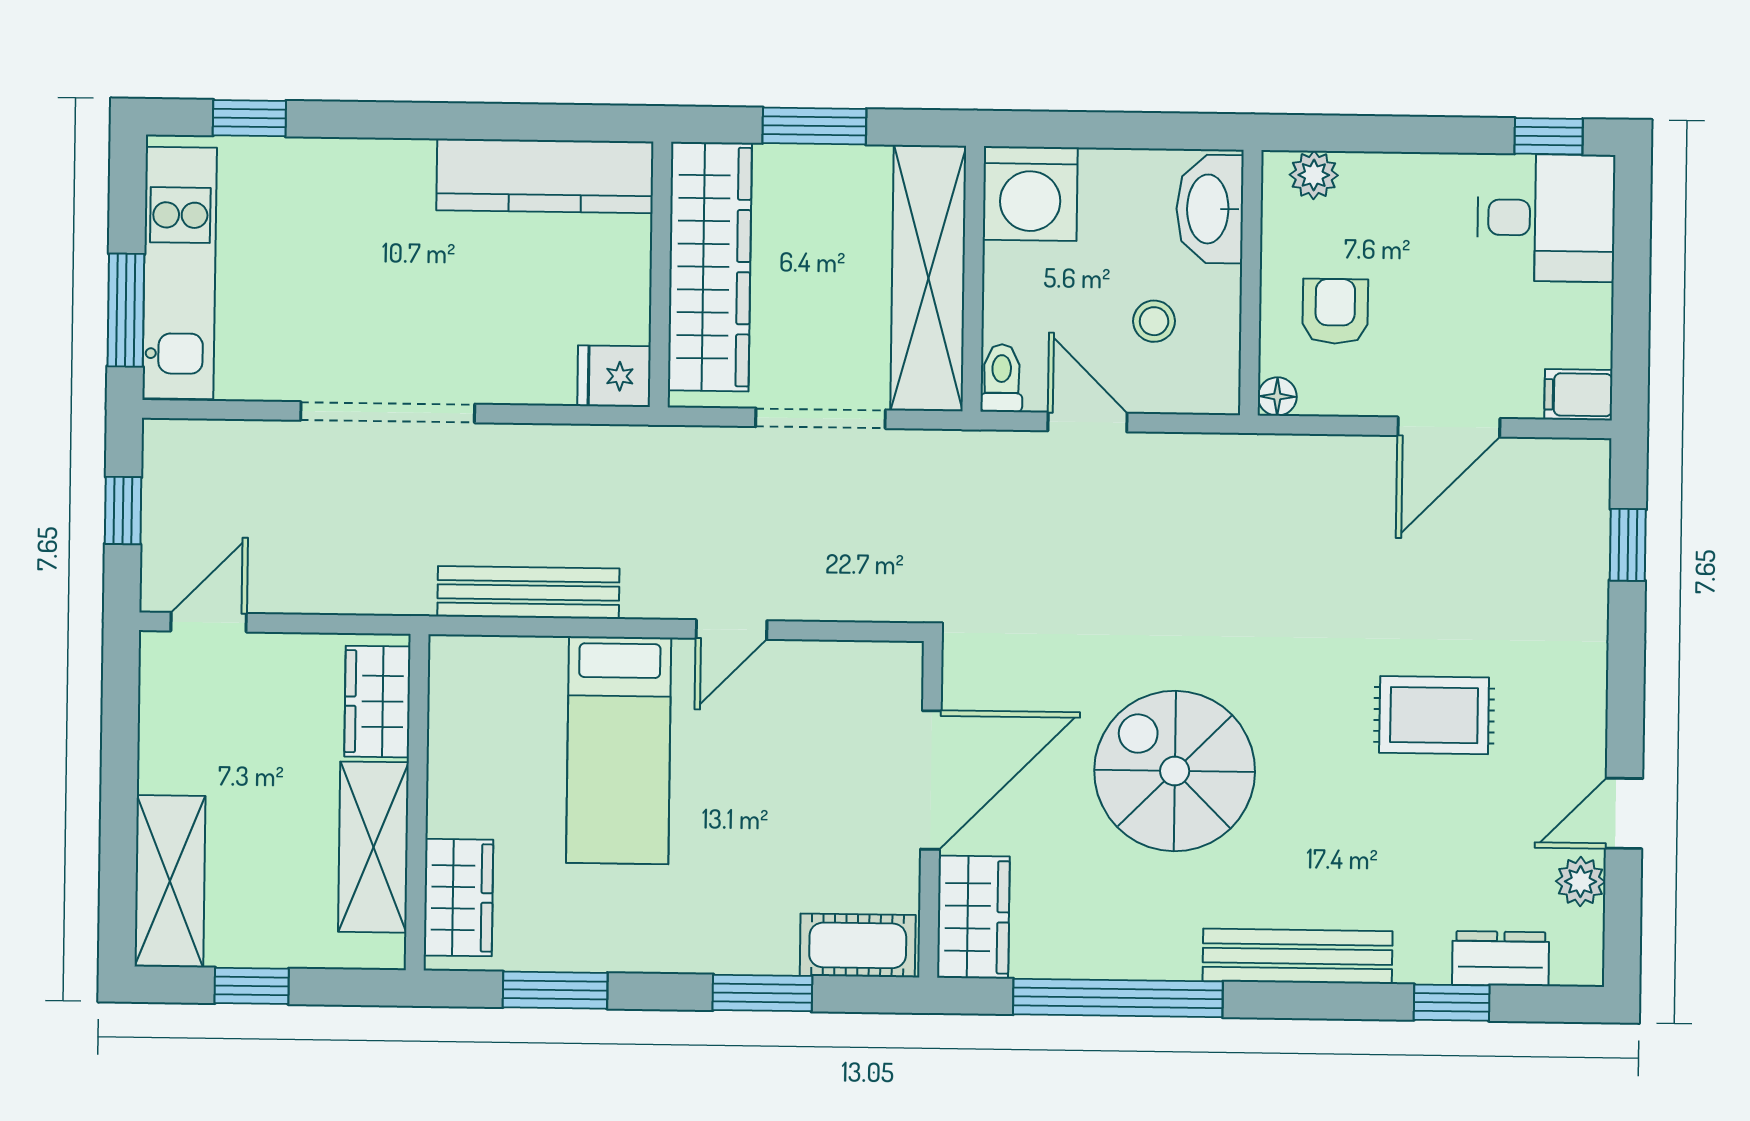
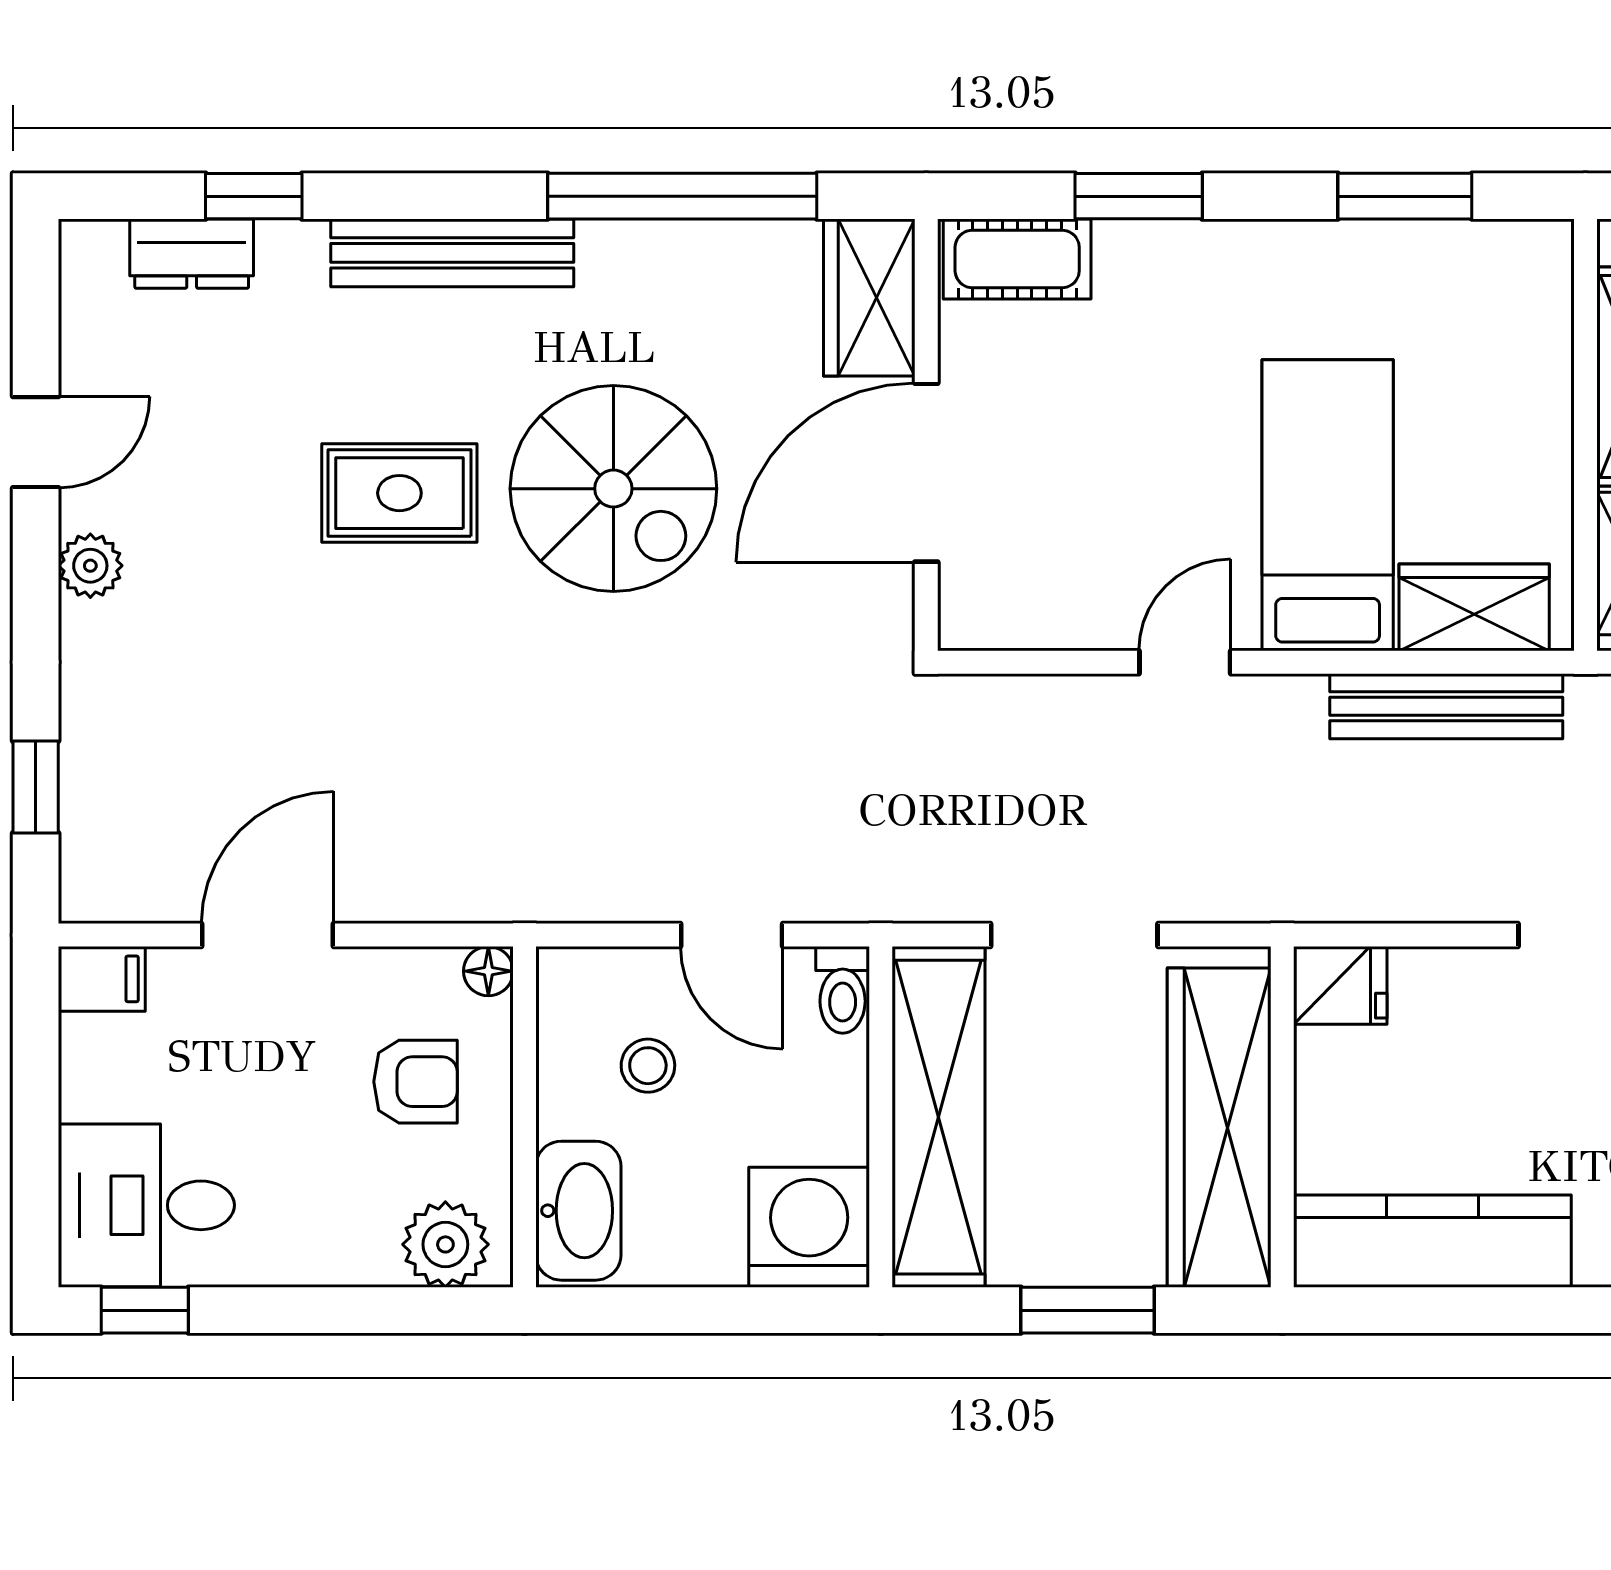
plant: (1314, 175) -> (445, 1244), width x1.38, depth x1.38
armchair: (1335, 311) -> (416, 1082), turned -90
rug: (1434, 715) -> (399, 493), moved
plant: (1581, 882) -> (90, 566), moved
wardrobe: (458, 898) -> (1474, 607), moved, turned 90

